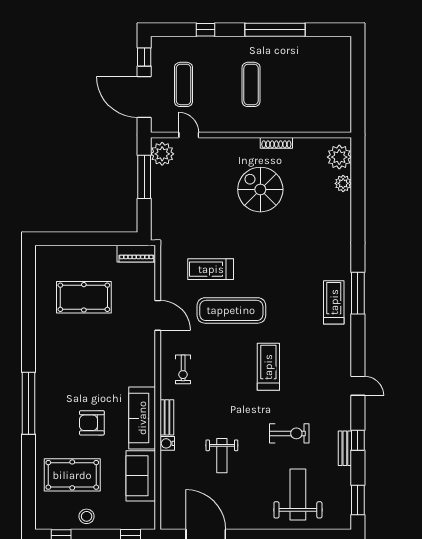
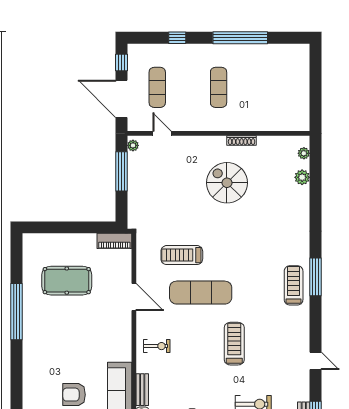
plant: (162, 154) -> (133, 145), width x0.53, depth x0.53
plant: (339, 157) -> (304, 153), width x0.53, depth x0.53
exercise bike: (183, 369) -> (157, 346), turned -90
window: (28, 403) -> (16, 312), moved

